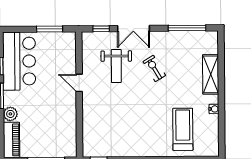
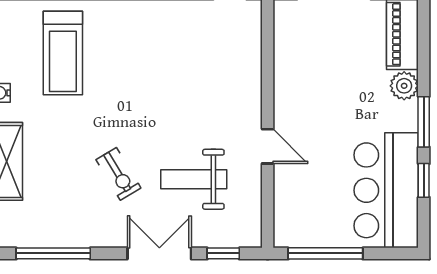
window: (50, 29) -> (325, 253), width x1.44
weight bench: (116, 66) -> (194, 179), turned -90

